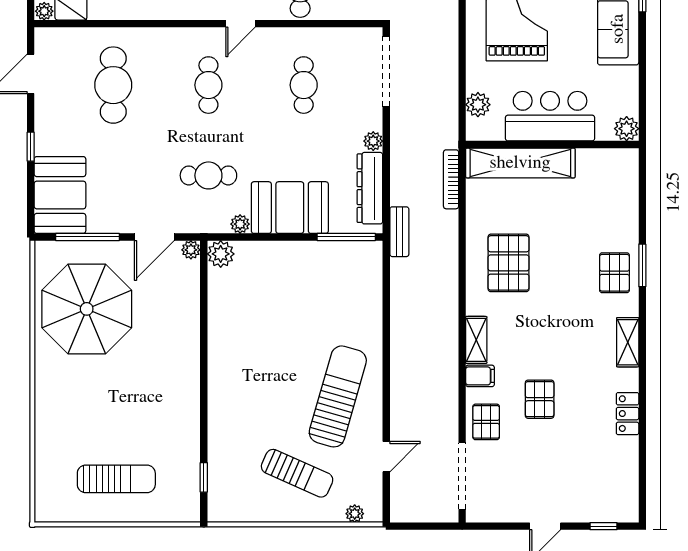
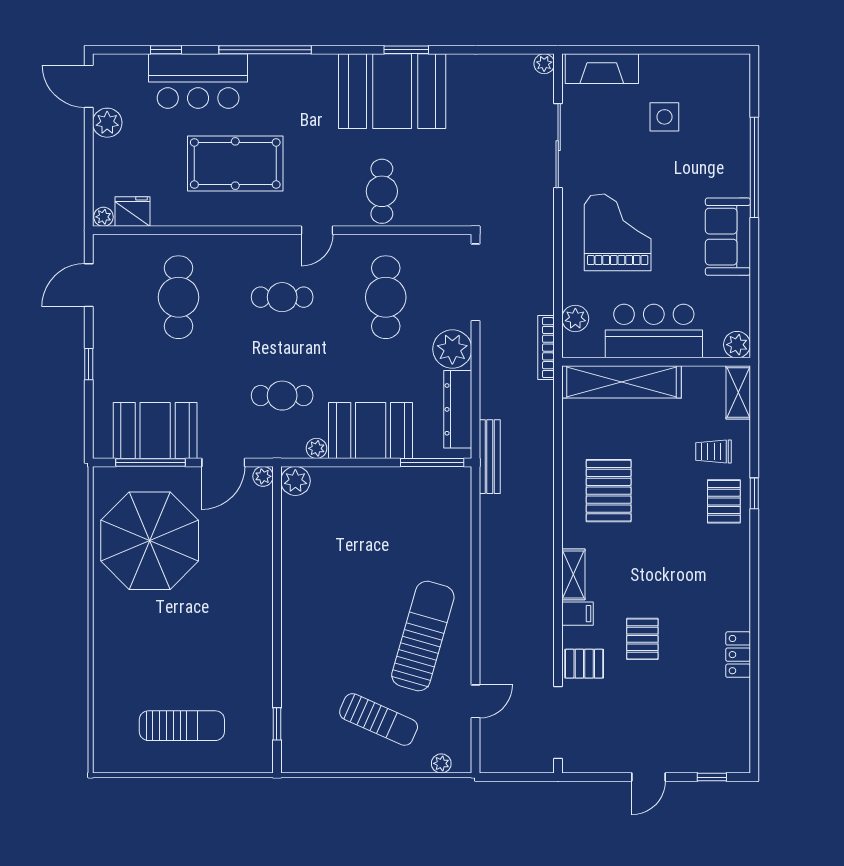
cafe table: (208, 85) -> (282, 297), turned 90
cafe table: (304, 85) -> (386, 297), width x1.37, depth x1.35
plant: (373, 141) -> (452, 349), width x1.88, depth x1.88
bookcase: (451, 179) -> (546, 348), moved
booth: (60, 195) -> (155, 431), moved, turned 90
trolley: (605, 227) -> (713, 452), added
bench: (399, 232) -> (490, 457), width x1.36
window: (642, 265) -> (754, 493), width x0.67
shelving: (628, 342) -> (738, 392), moved
pallet: (486, 422) -> (584, 664), turned 90

